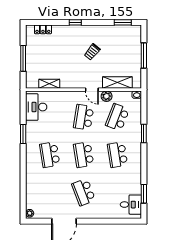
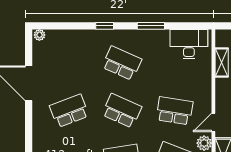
school desk: (50, 155) -> (122, 63), turned 33
school desk: (84, 155) -> (122, 111), turned 33
window: (23, 167) -> (105, 26), added

